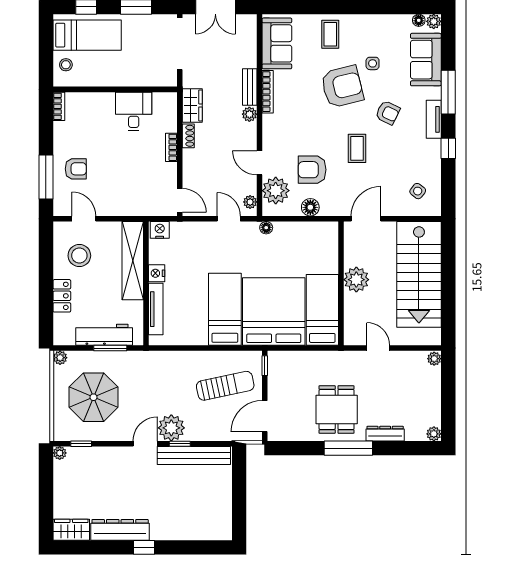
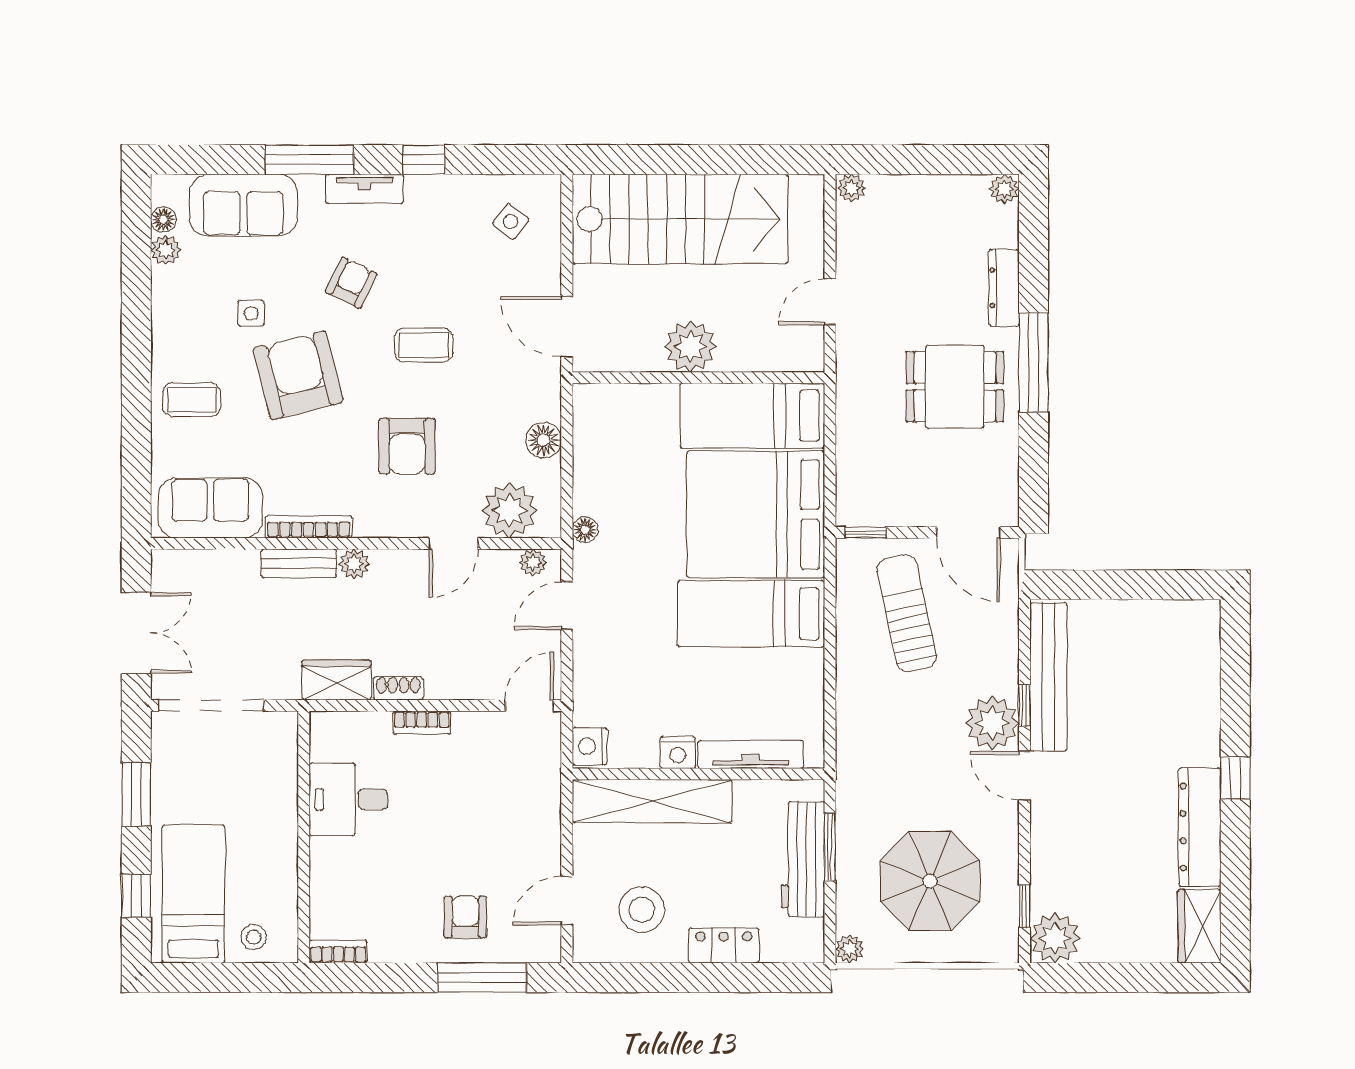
plant: (434, 21) -> (166, 250), moved
armchair: (312, 170) -> (407, 446), moved
plant: (60, 453) -> (1055, 938), width x1.88, depth x1.88

